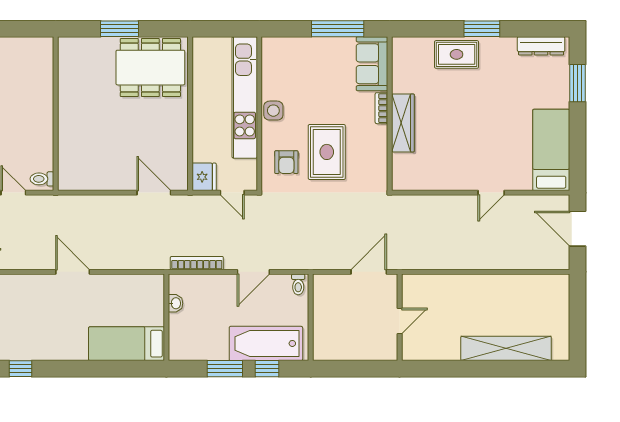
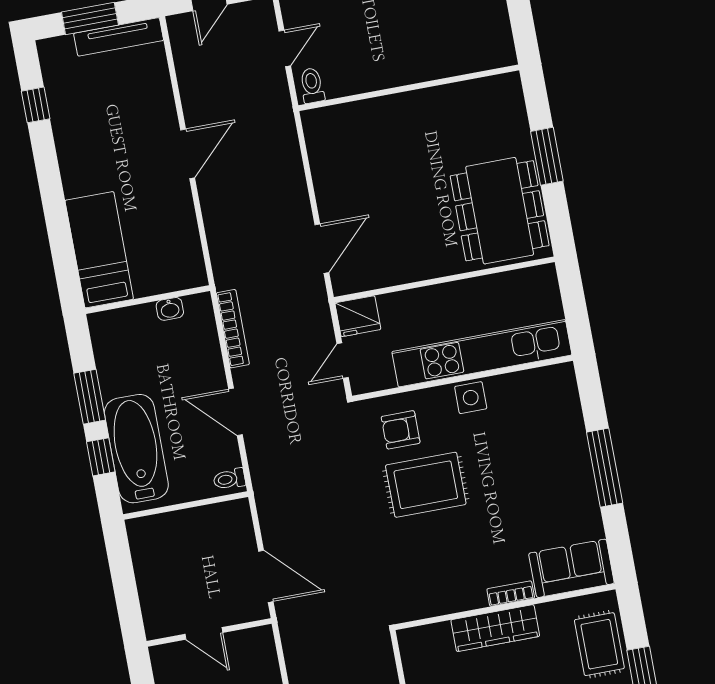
sofa: (372, 64) -> (571, 568), moved
bookcase: (381, 108) -> (511, 594), moved
wall: (390, 114) -> (505, 607), moved
wardrobe: (403, 123) -> (495, 628), moved

